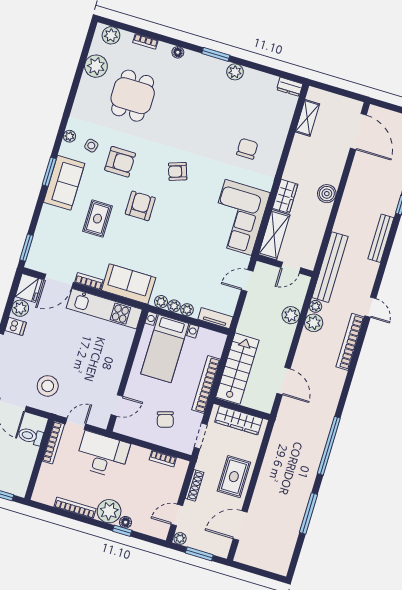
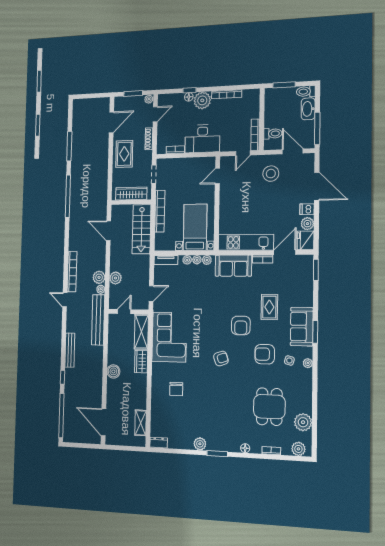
chair: (165, 419) -> (181, 177), removed
desk: (103, 455) -> (202, 139), moved

